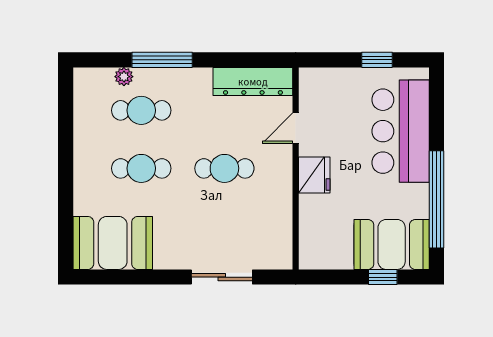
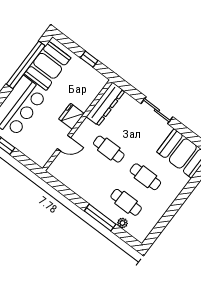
dresser: (253, 81) -> (105, 104), moved, turned 90
booth: (392, 244) -> (48, 66), moved, turned 90
sliding door: (222, 277) -> (157, 110), moved
window: (383, 277) -> (89, 59), moved

